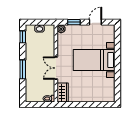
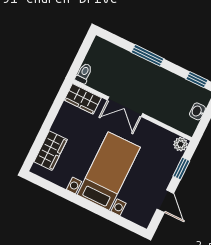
double door: (56, 68) -> (125, 107), swing flipped
wardrobe: (98, 96) -> (51, 151), added

